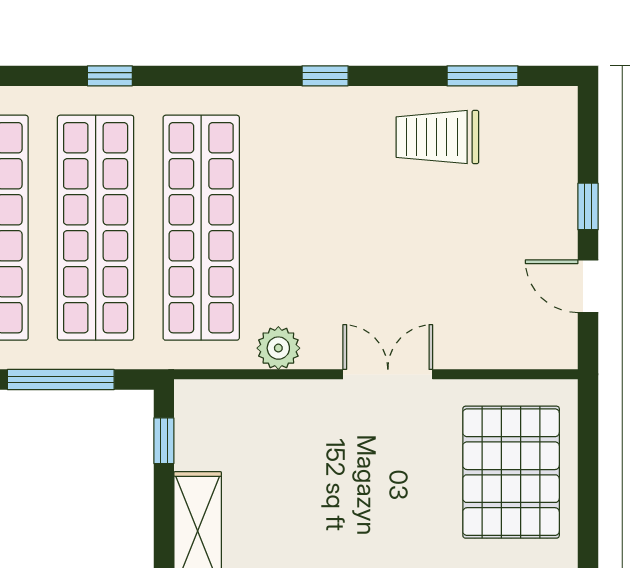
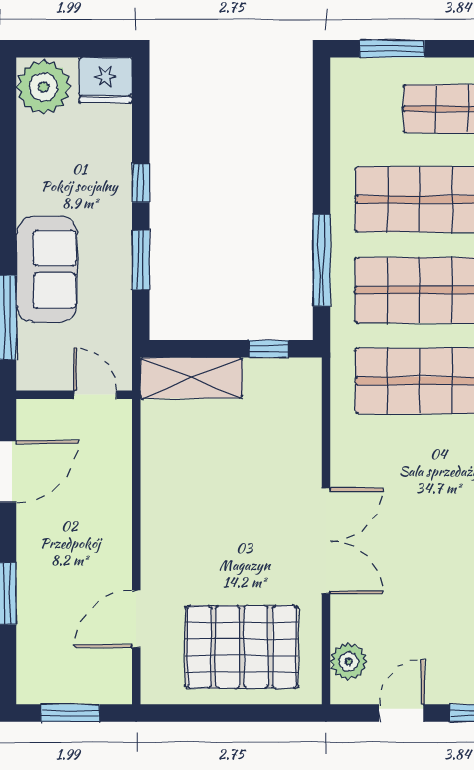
plant: (278, 348) -> (348, 662), moved
double door: (388, 374) -> (326, 541), width x1.37

